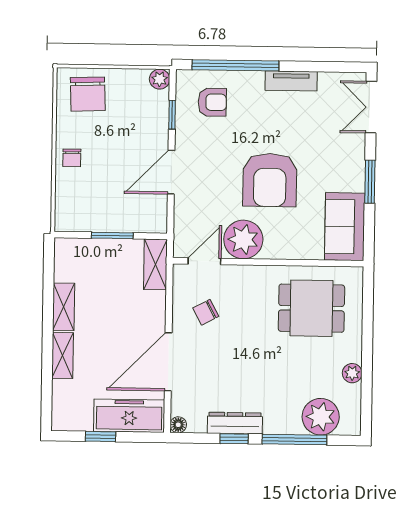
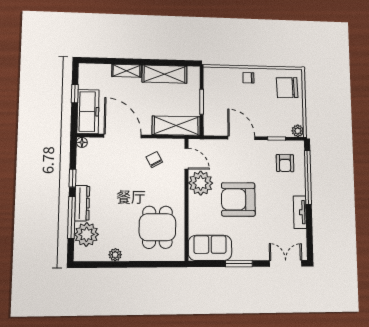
shelving: (155, 264) -> (176, 126), width x1.50, depth x1.33
shelving: (64, 307) -> (164, 74), width x1.50, depth x1.33
dresser: (235, 423) -> (82, 203), moved

